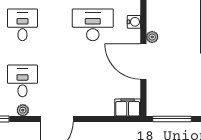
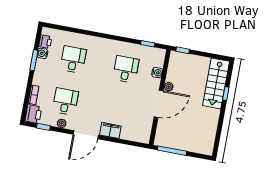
desk: (93, 25) -> (126, 69), width x0.73
door: (143, 62) -> (159, 104), swing flipped
filing cabinet: (128, 108) -> (110, 130), moved

